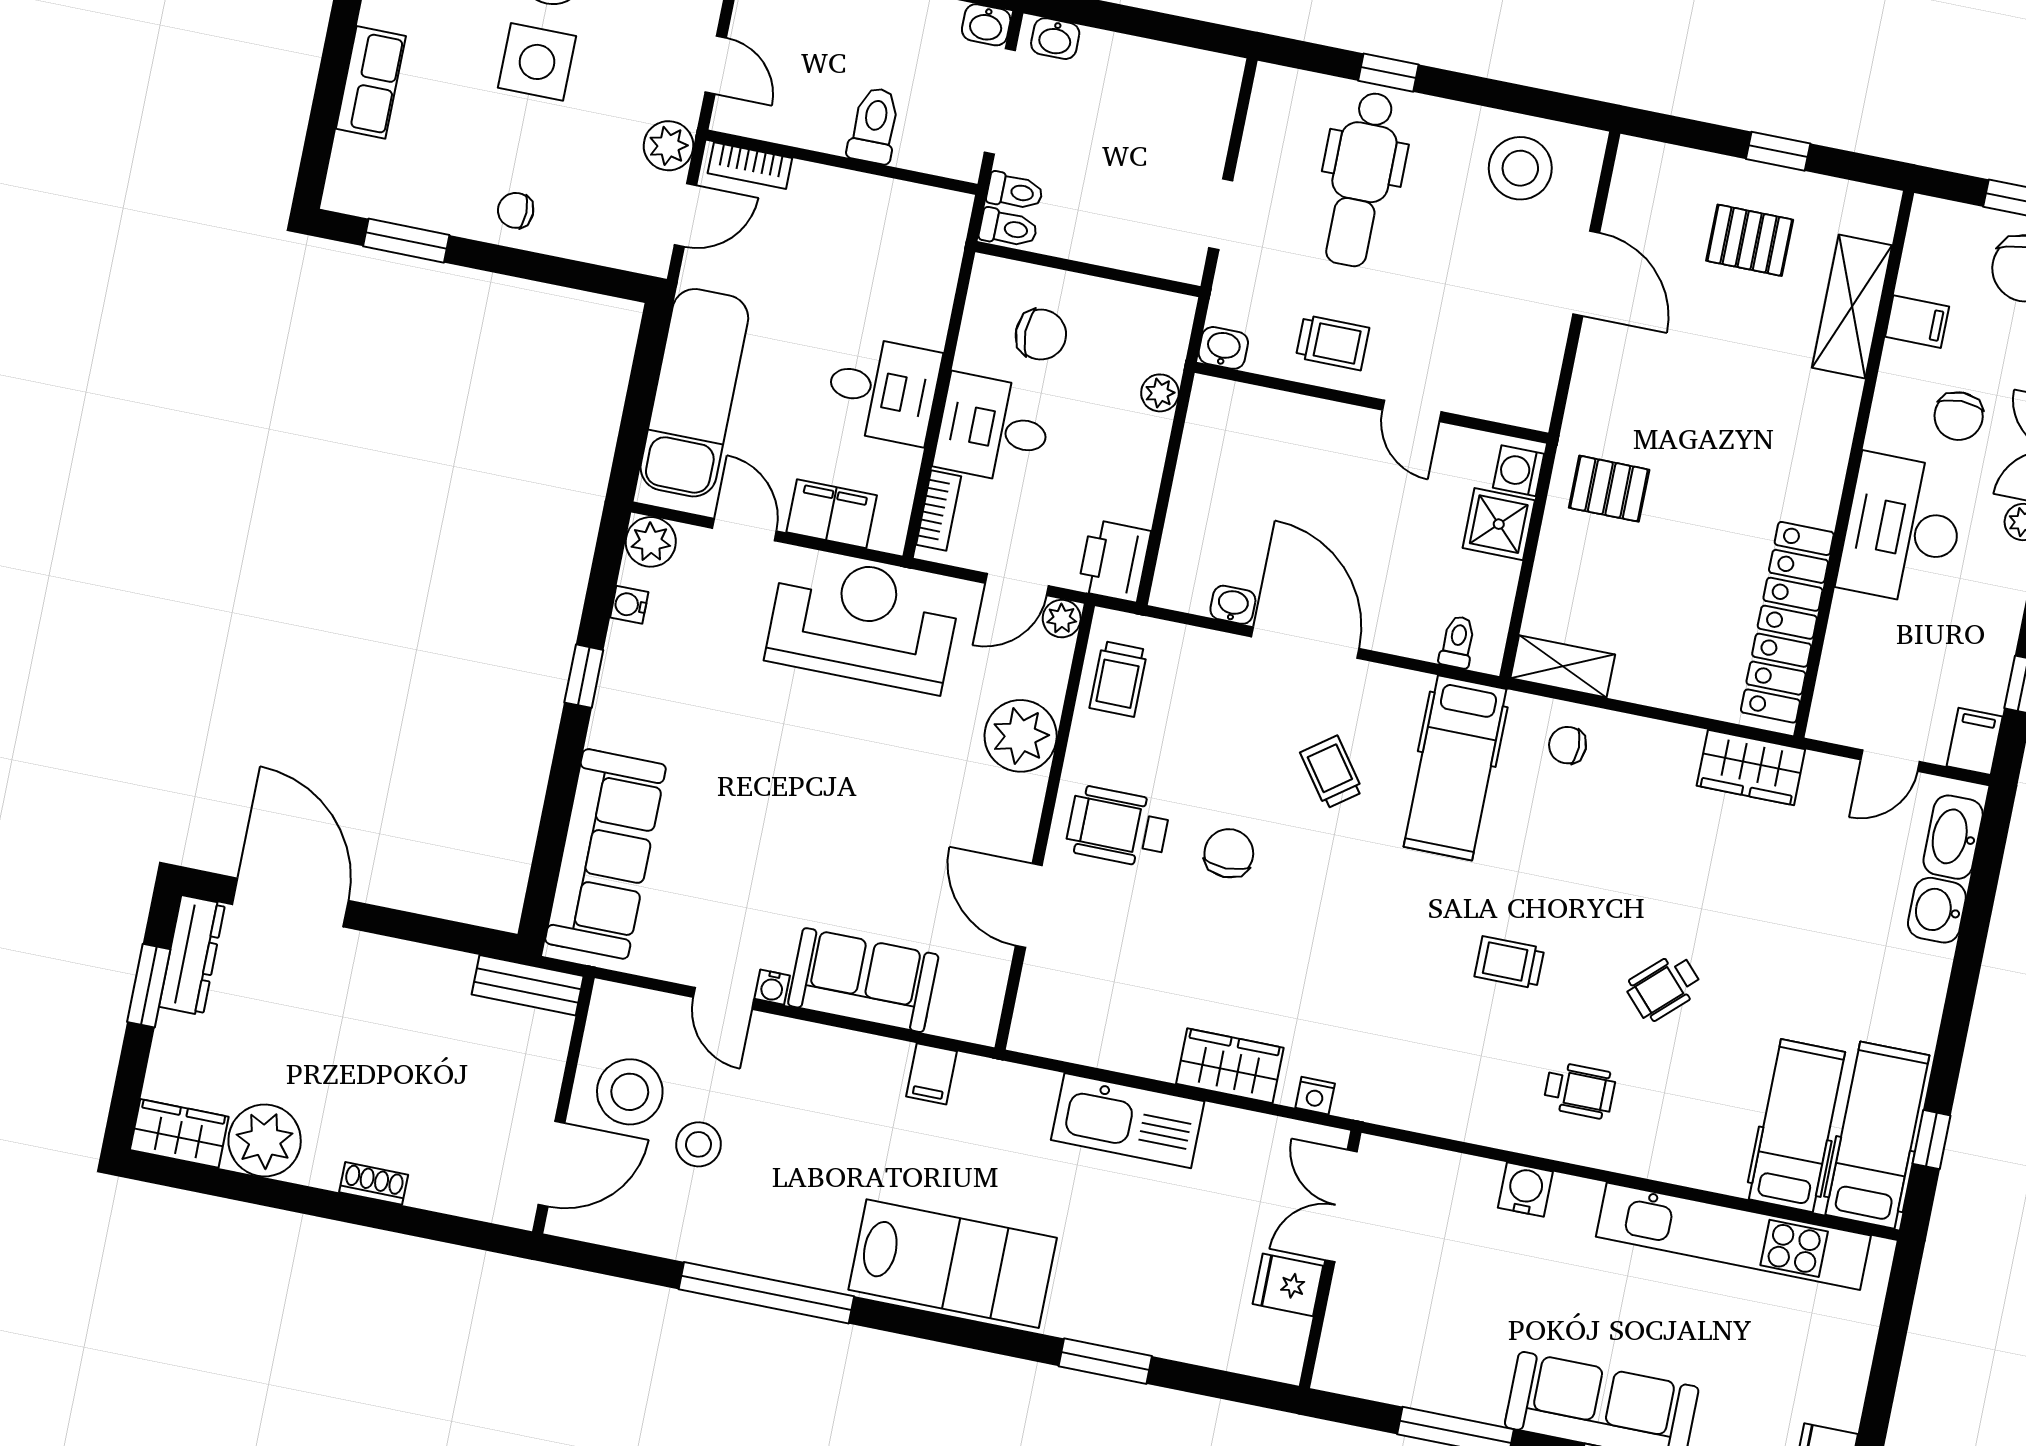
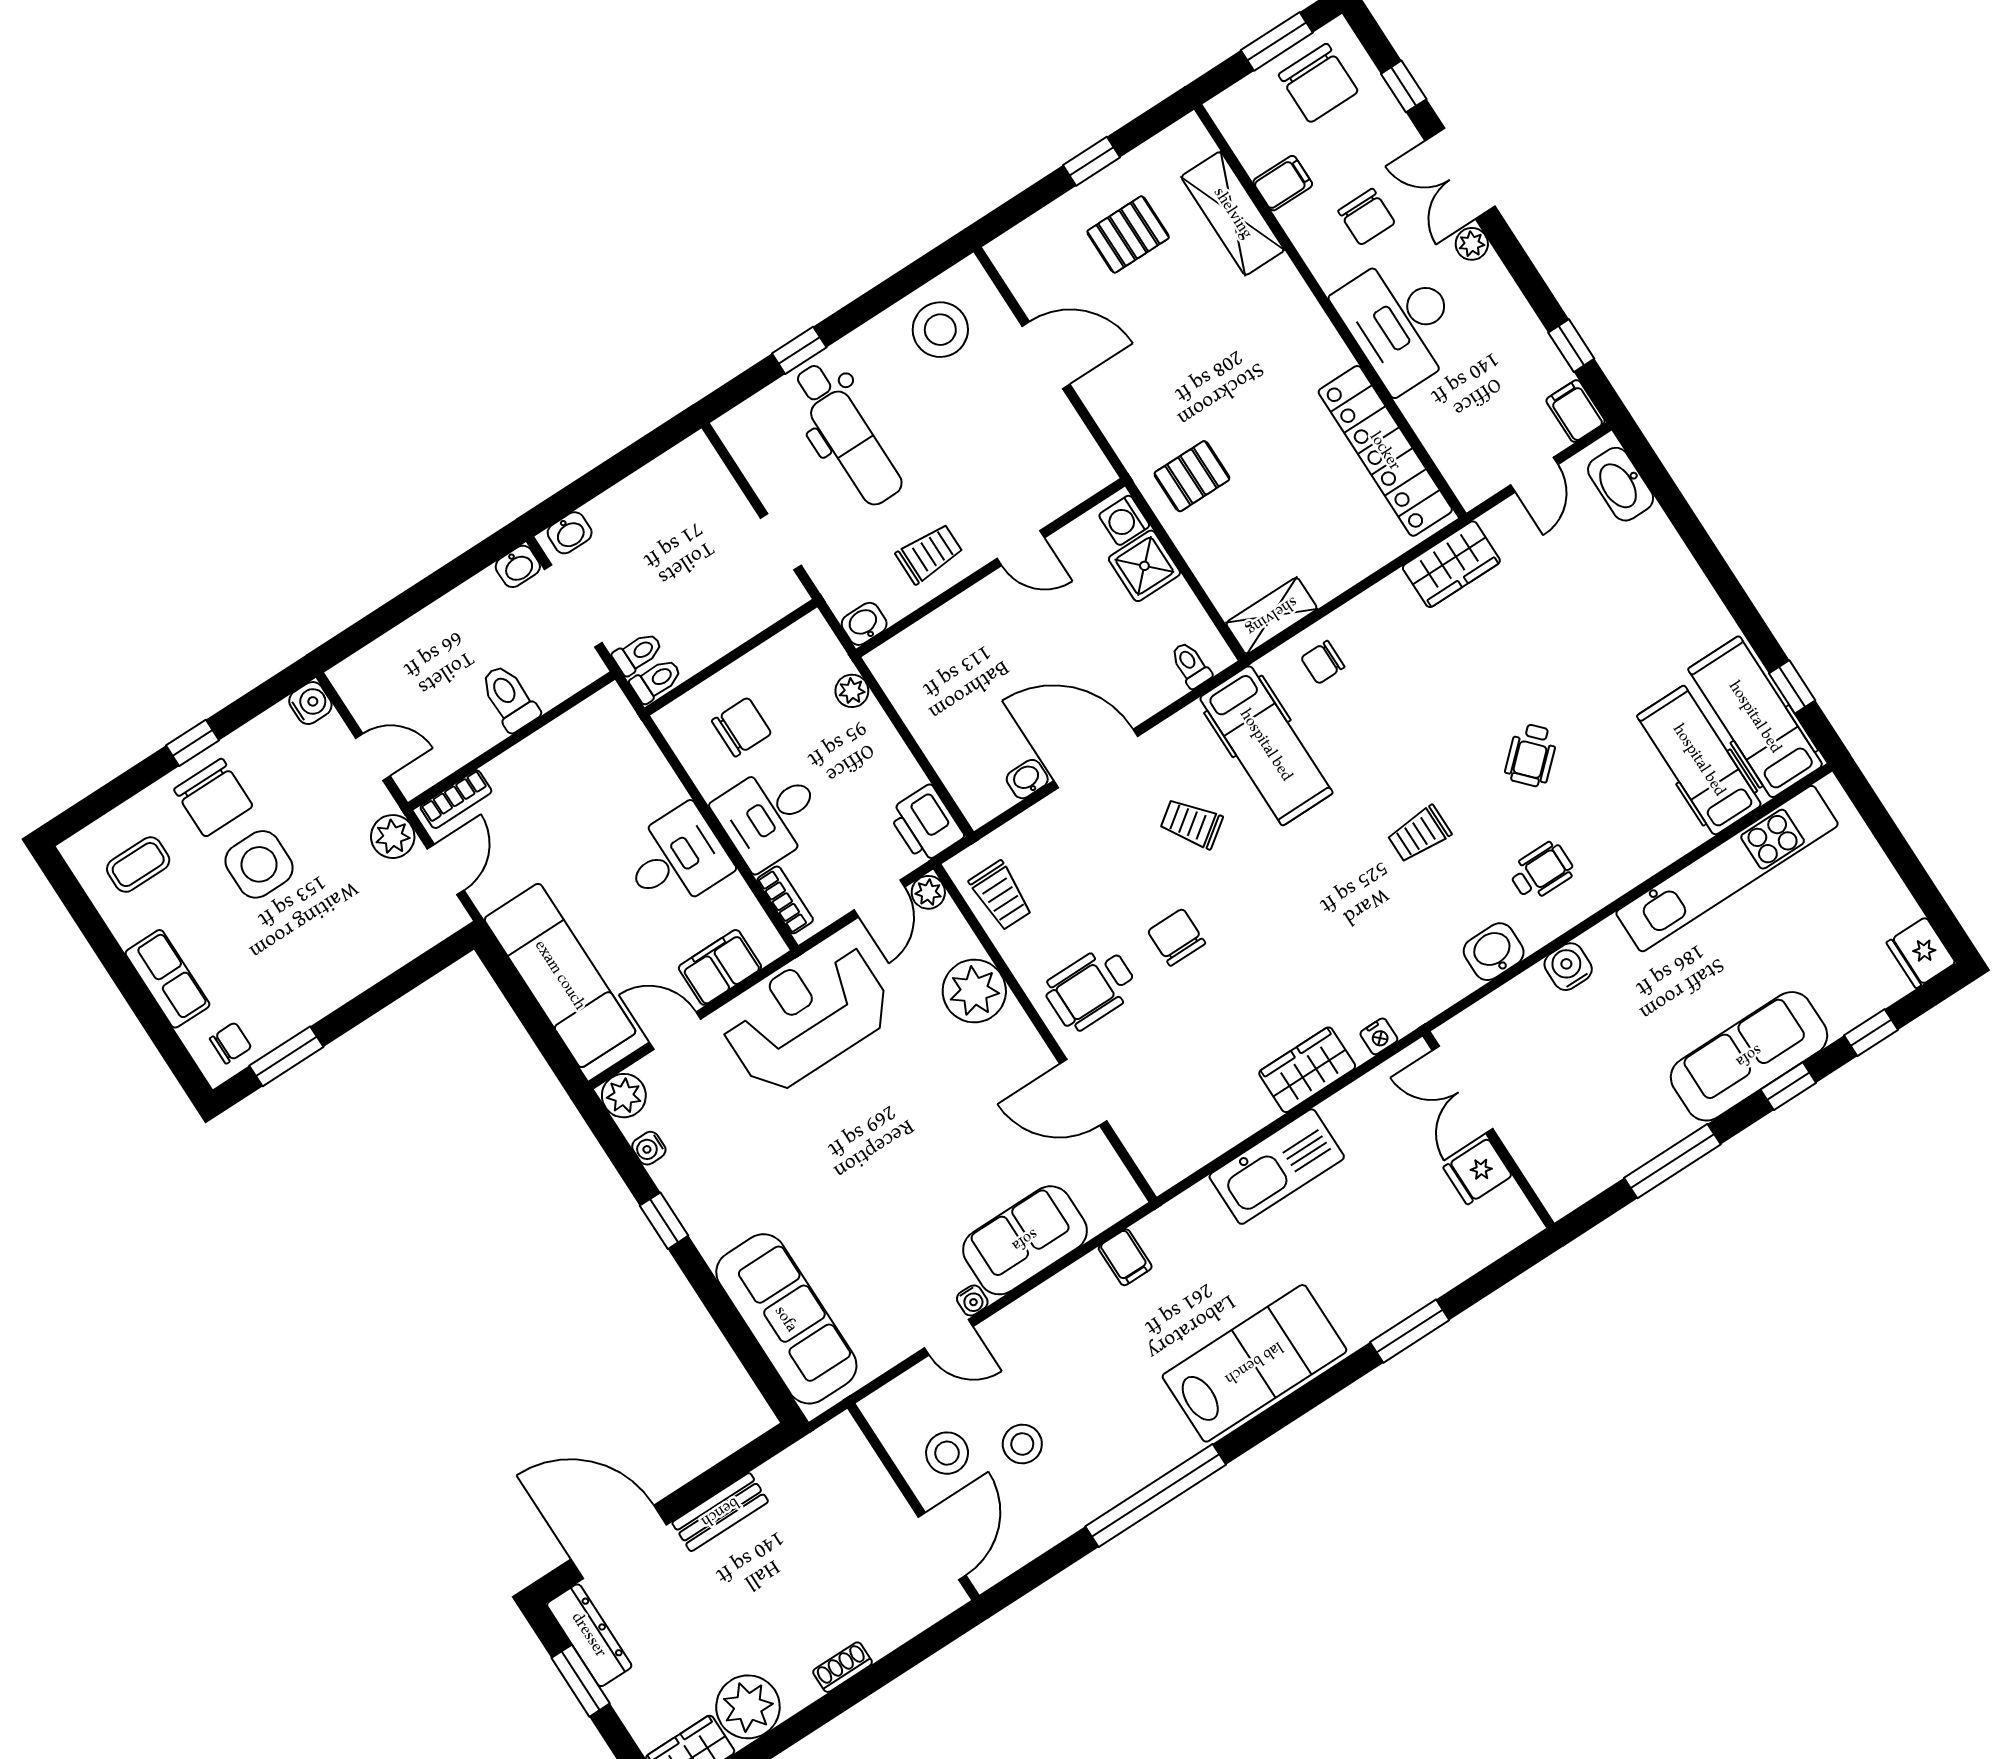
chair: (516, 210) -> (231, 1043), moved, turned 180
washbasin: (1937, 910) -> (1494, 952), moved, turned 90
bench: (528, 985) -> (720, 1512), moved
stool: (630, 1092) -> (947, 1453), width x0.73, depth x0.73

